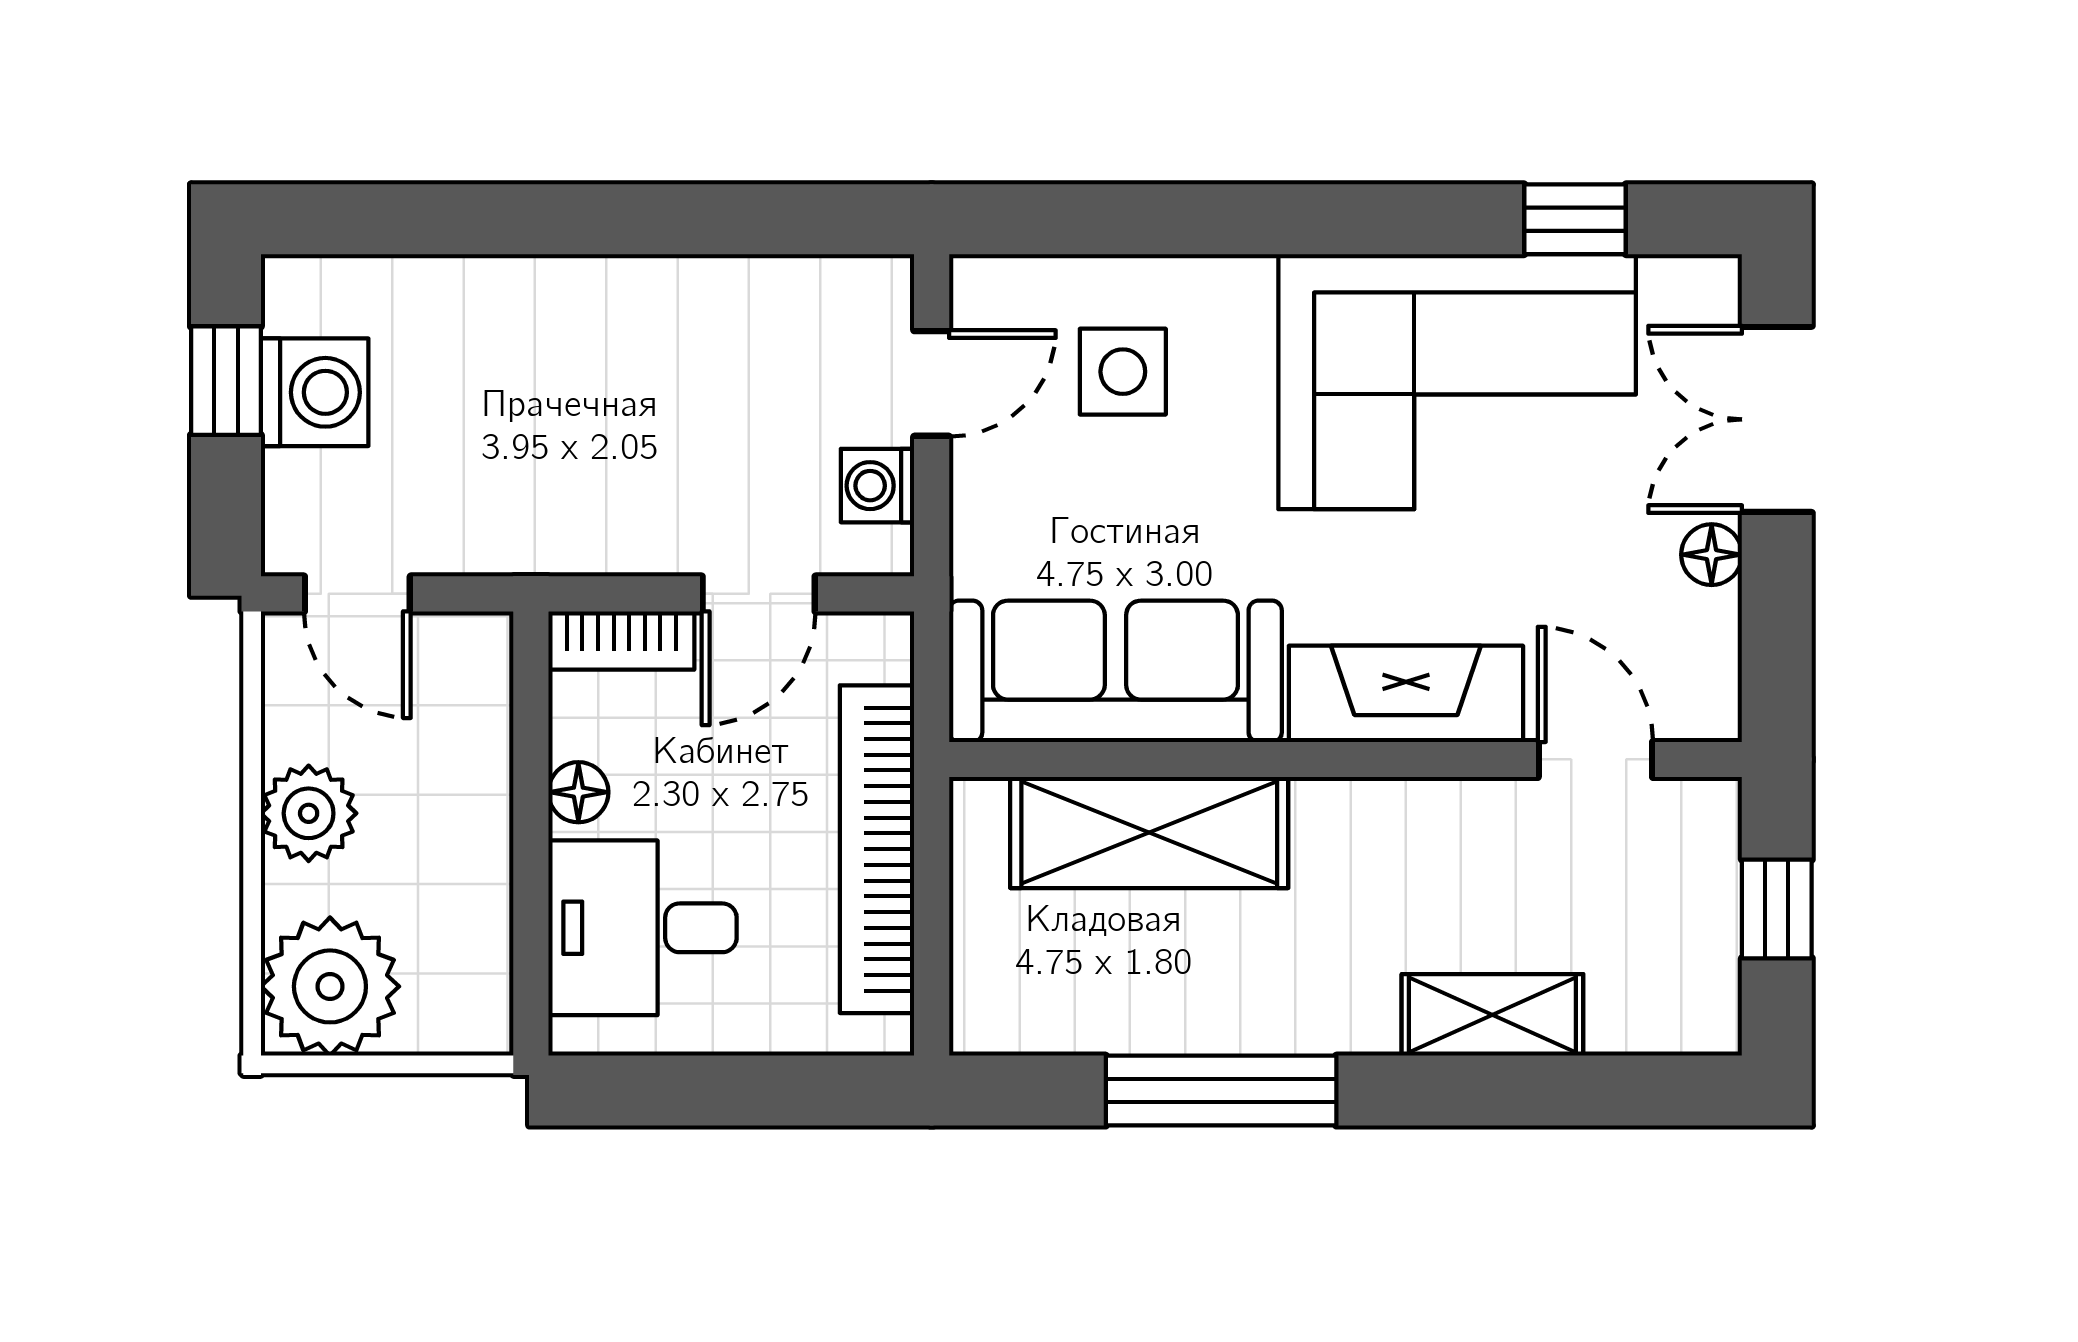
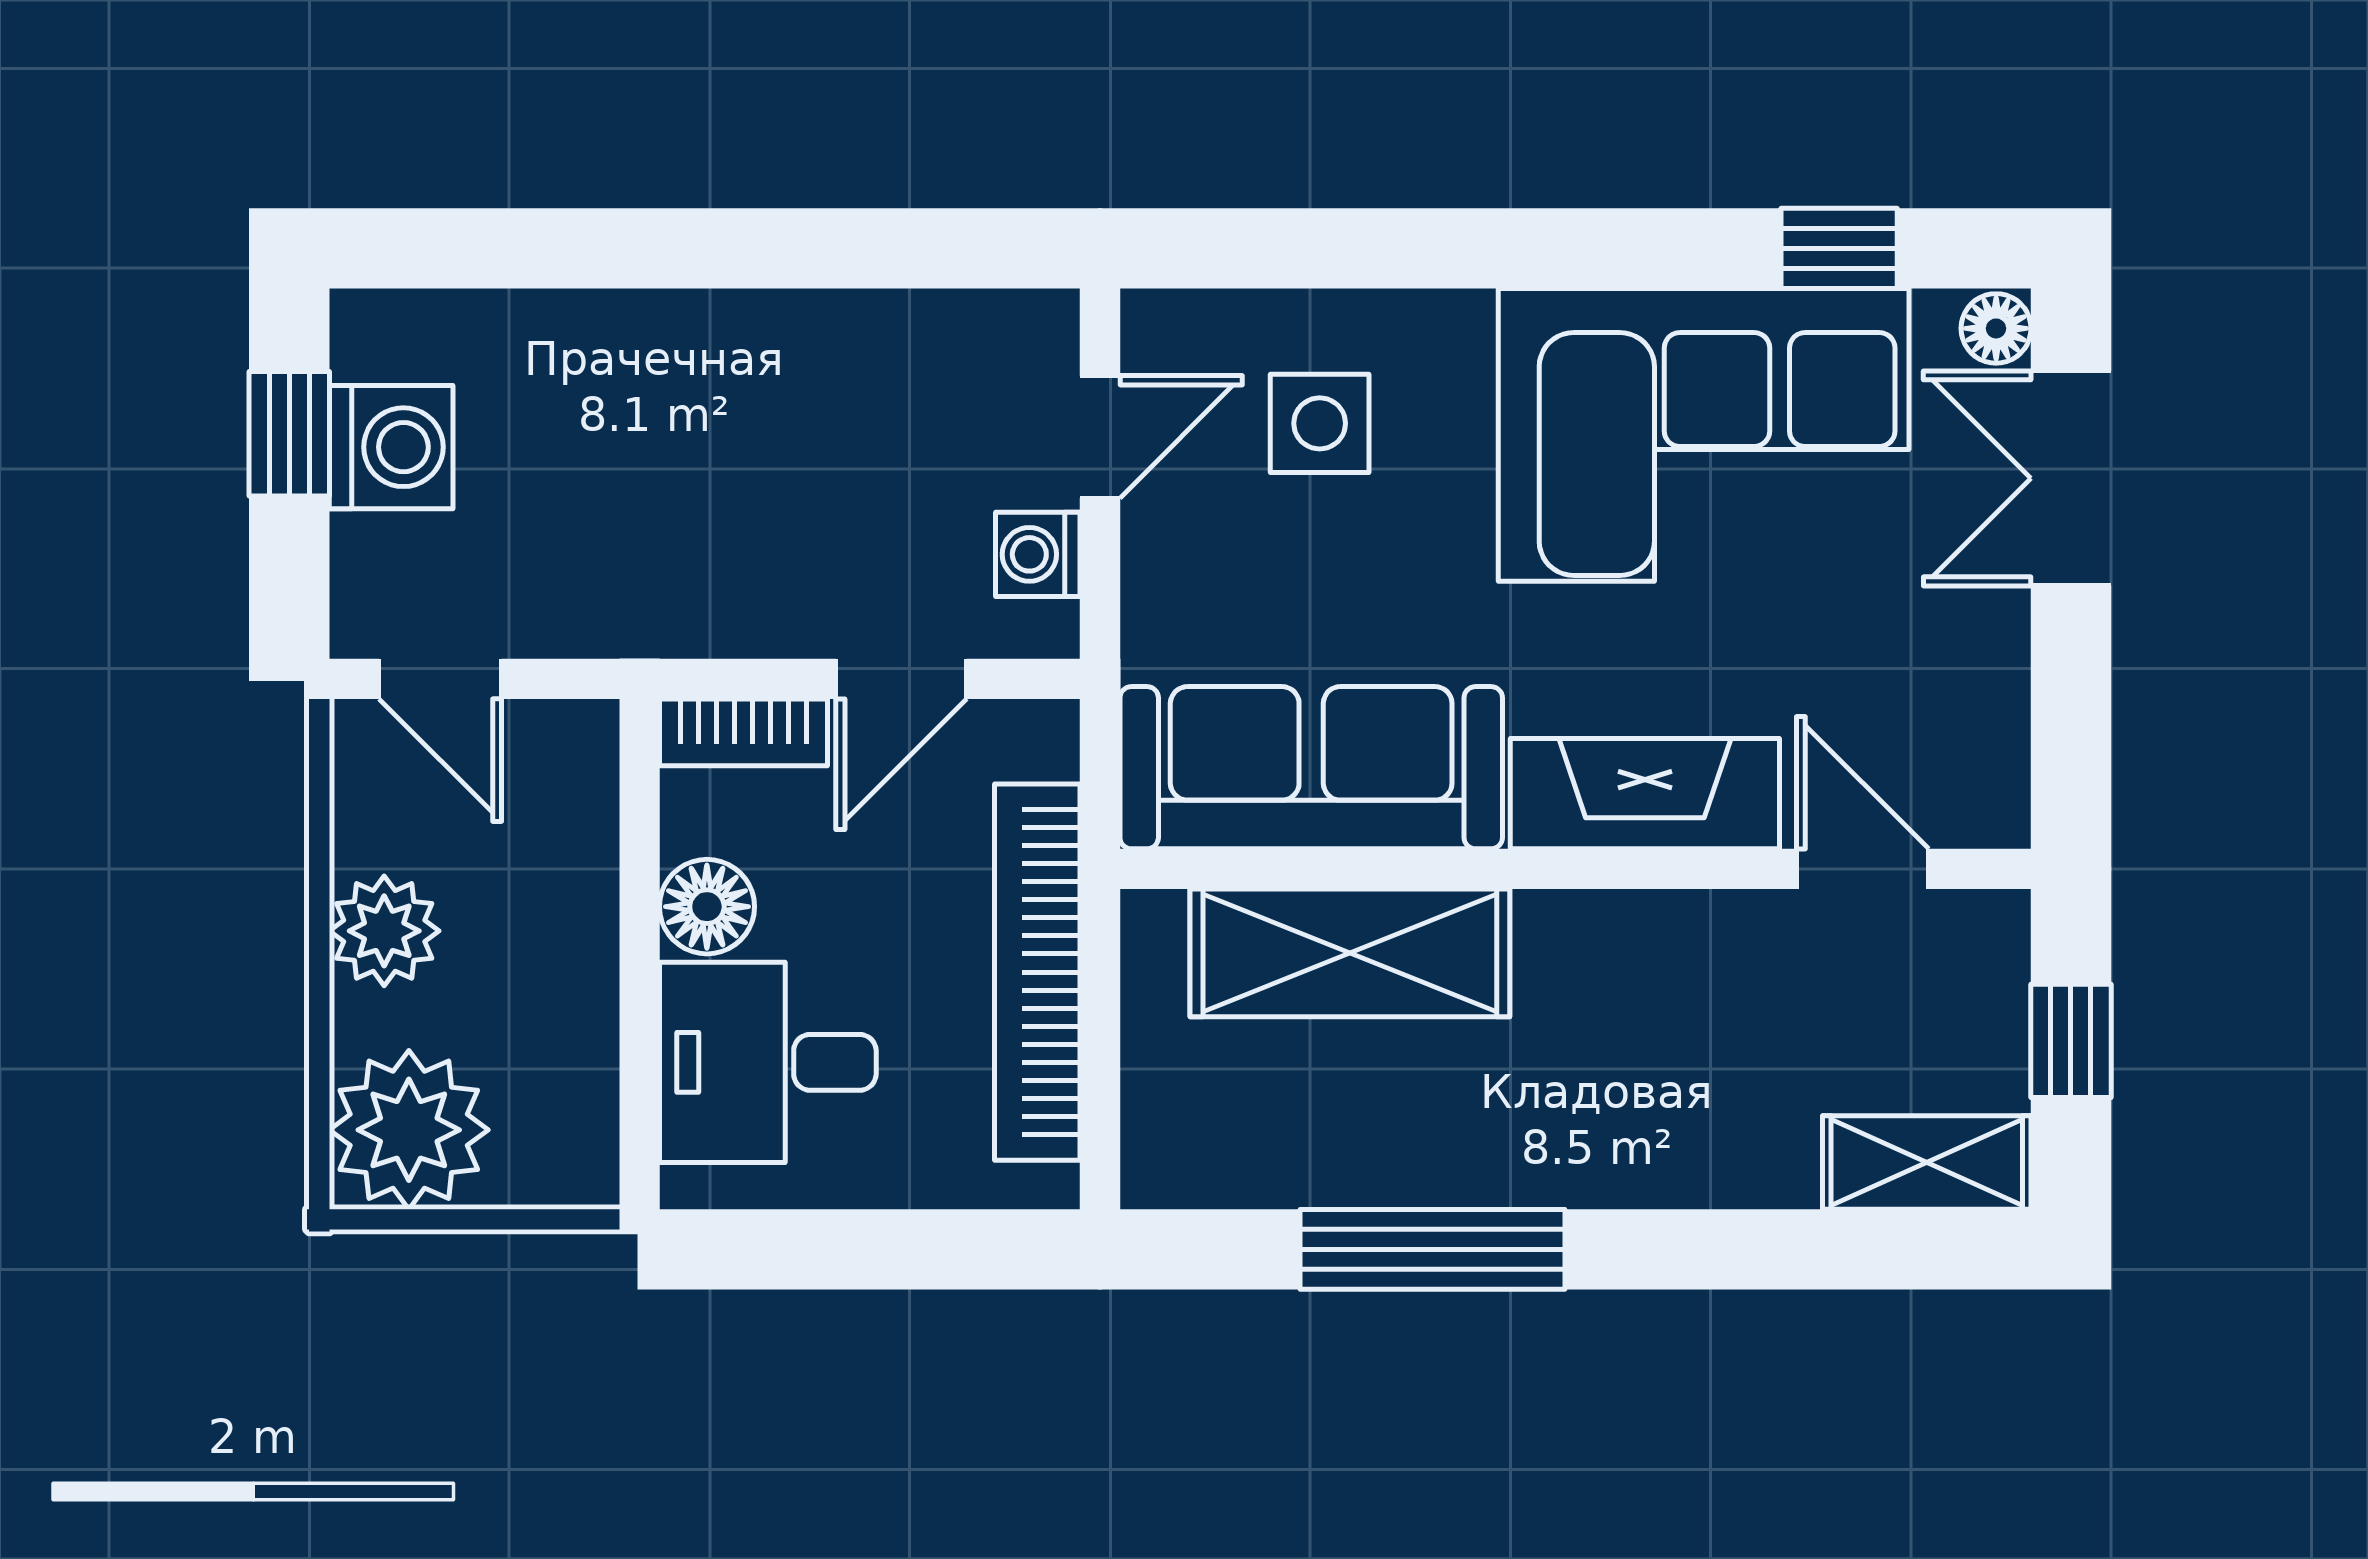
floor lamp: (1712, 555) -> (1996, 328), moved
floor lamp: (578, 792) -> (707, 907), width x1.37, depth x1.37
shelving: (1492, 1015) -> (1927, 1162), moved

